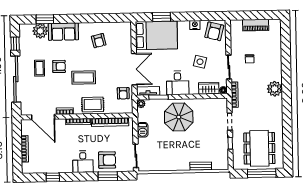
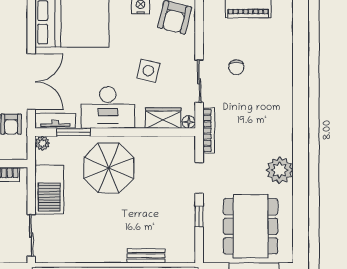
desk: (178, 83) -> (108, 107), width x1.37
plant: (275, 89) -> (280, 170), moved
barbecue: (143, 130) -> (49, 190), width x1.88, depth x1.53

